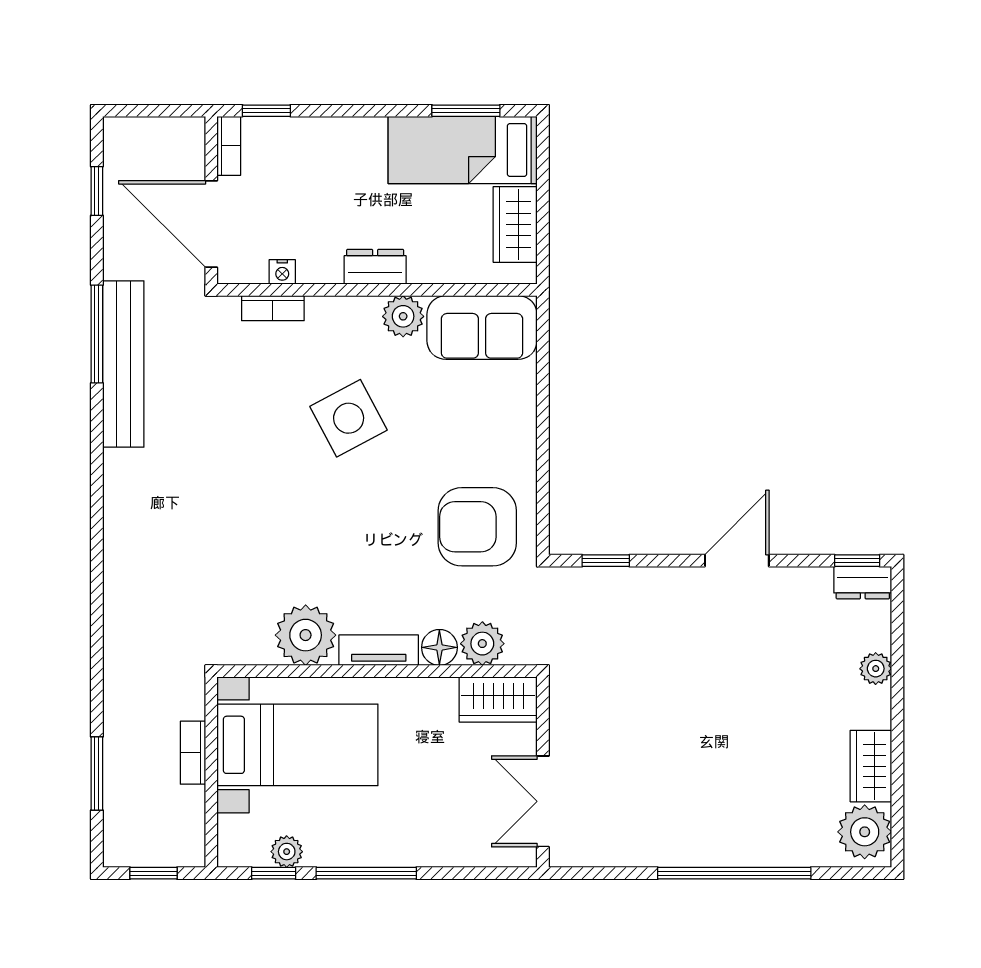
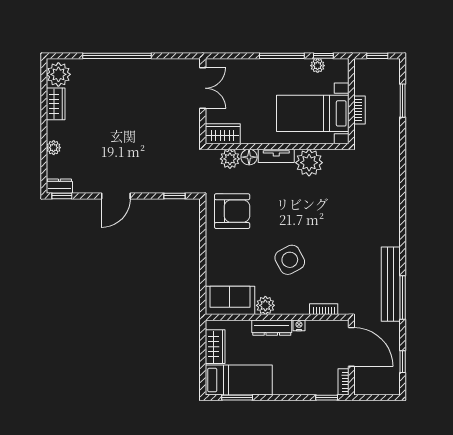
dresser: (375, 267) -> (272, 328), width x1.44
nightstand: (282, 272) -> (299, 325), moved

